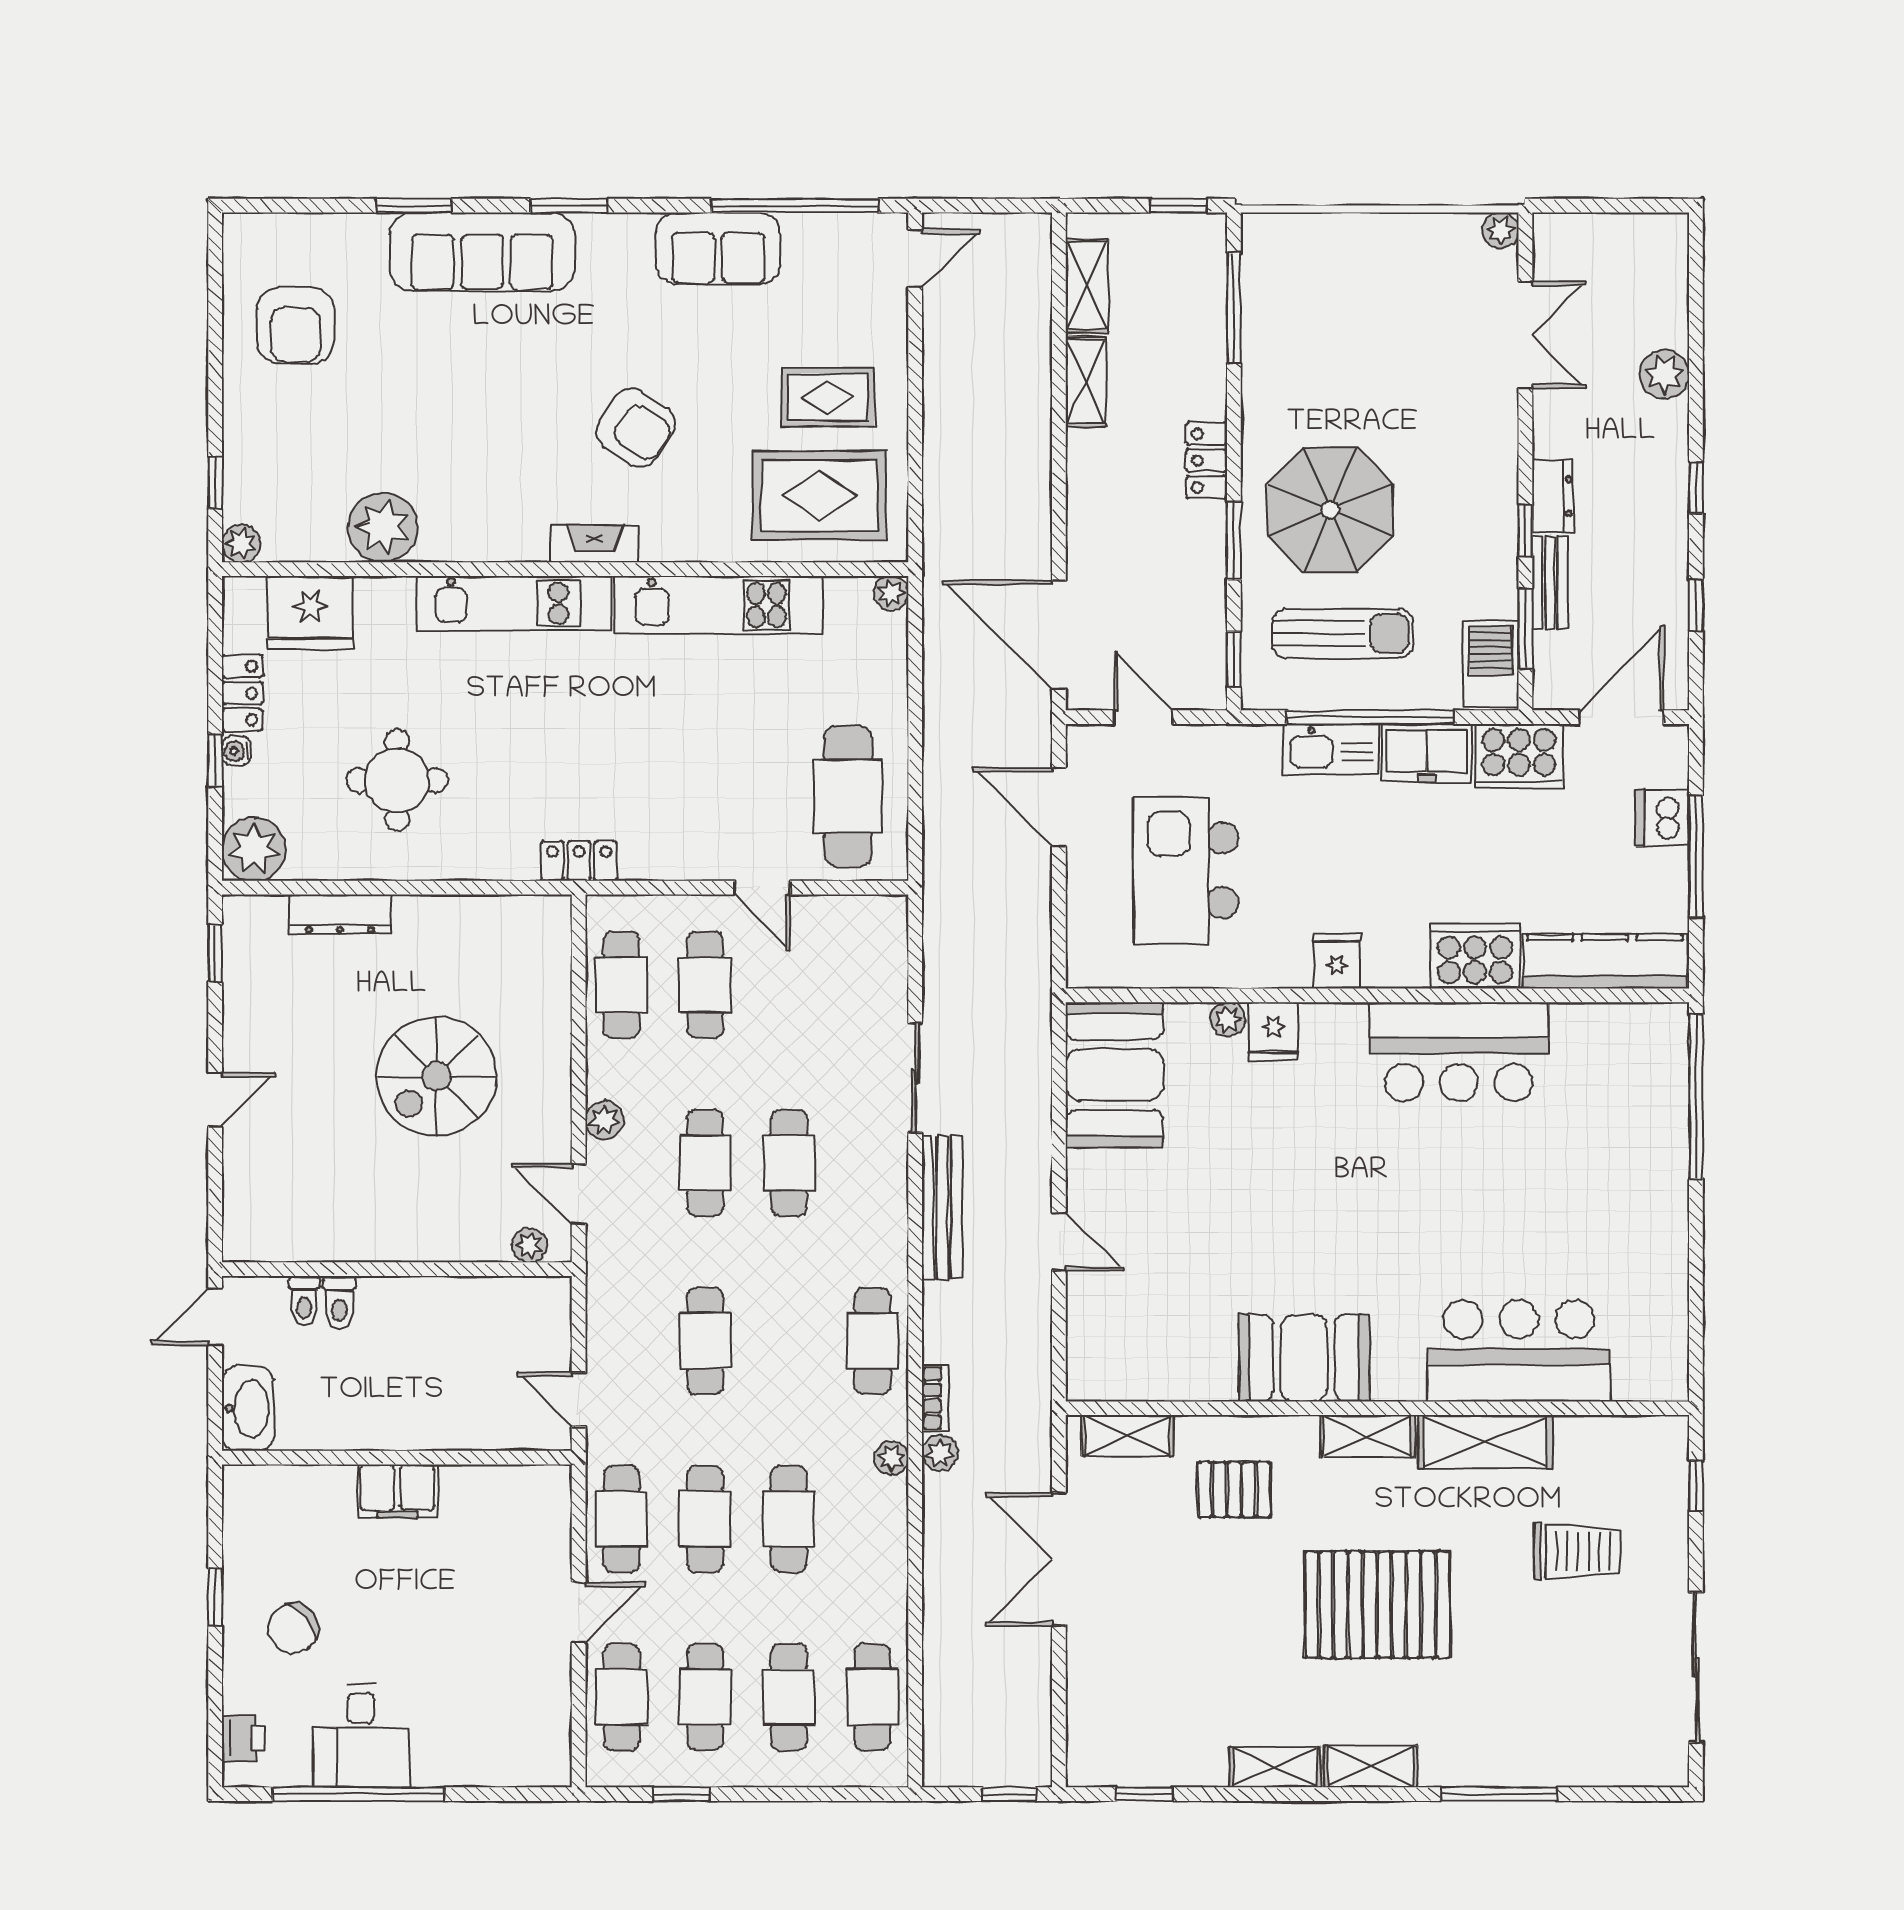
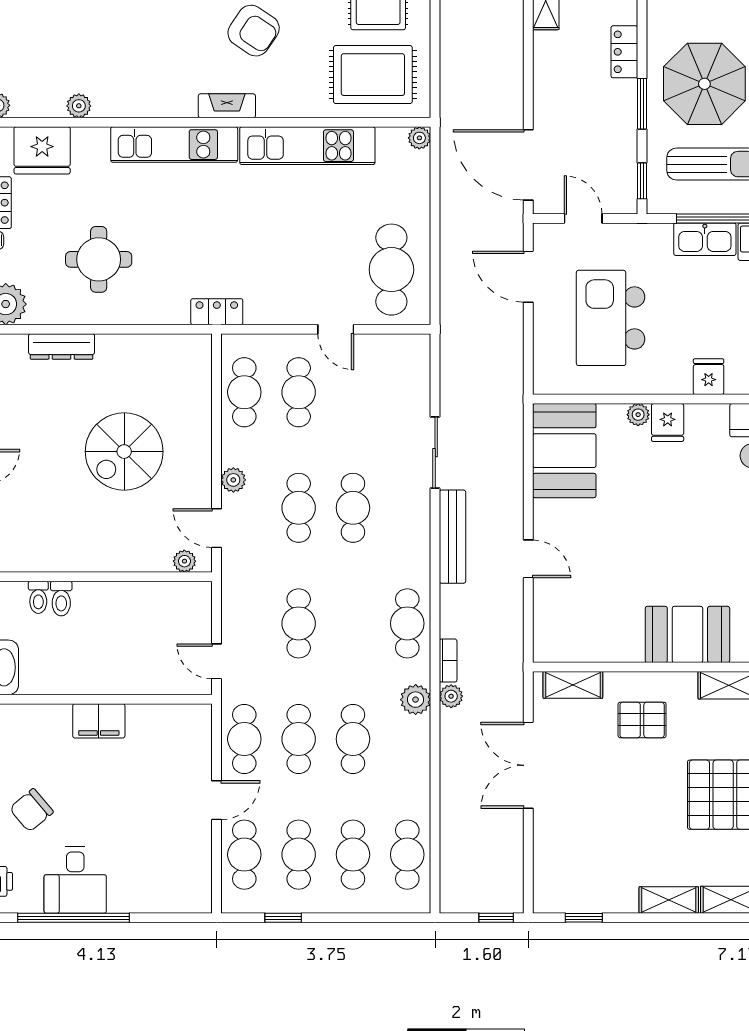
plant: (383, 527) -> (79, 106), width x0.53, depth x0.53
plant: (891, 1458) -> (416, 700), width x1.38, depth x1.38

